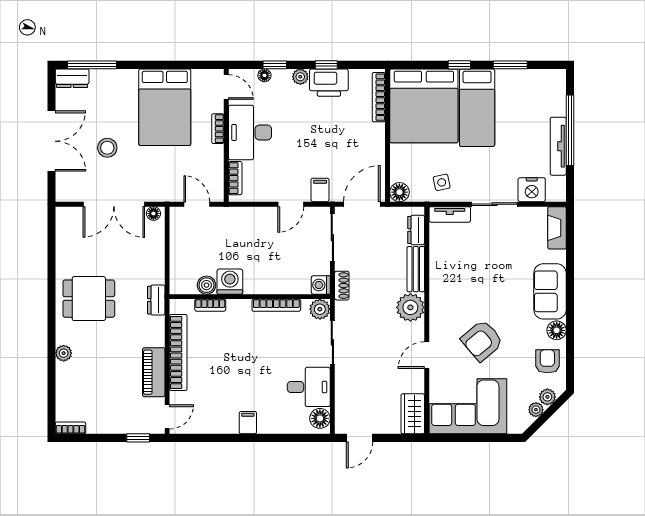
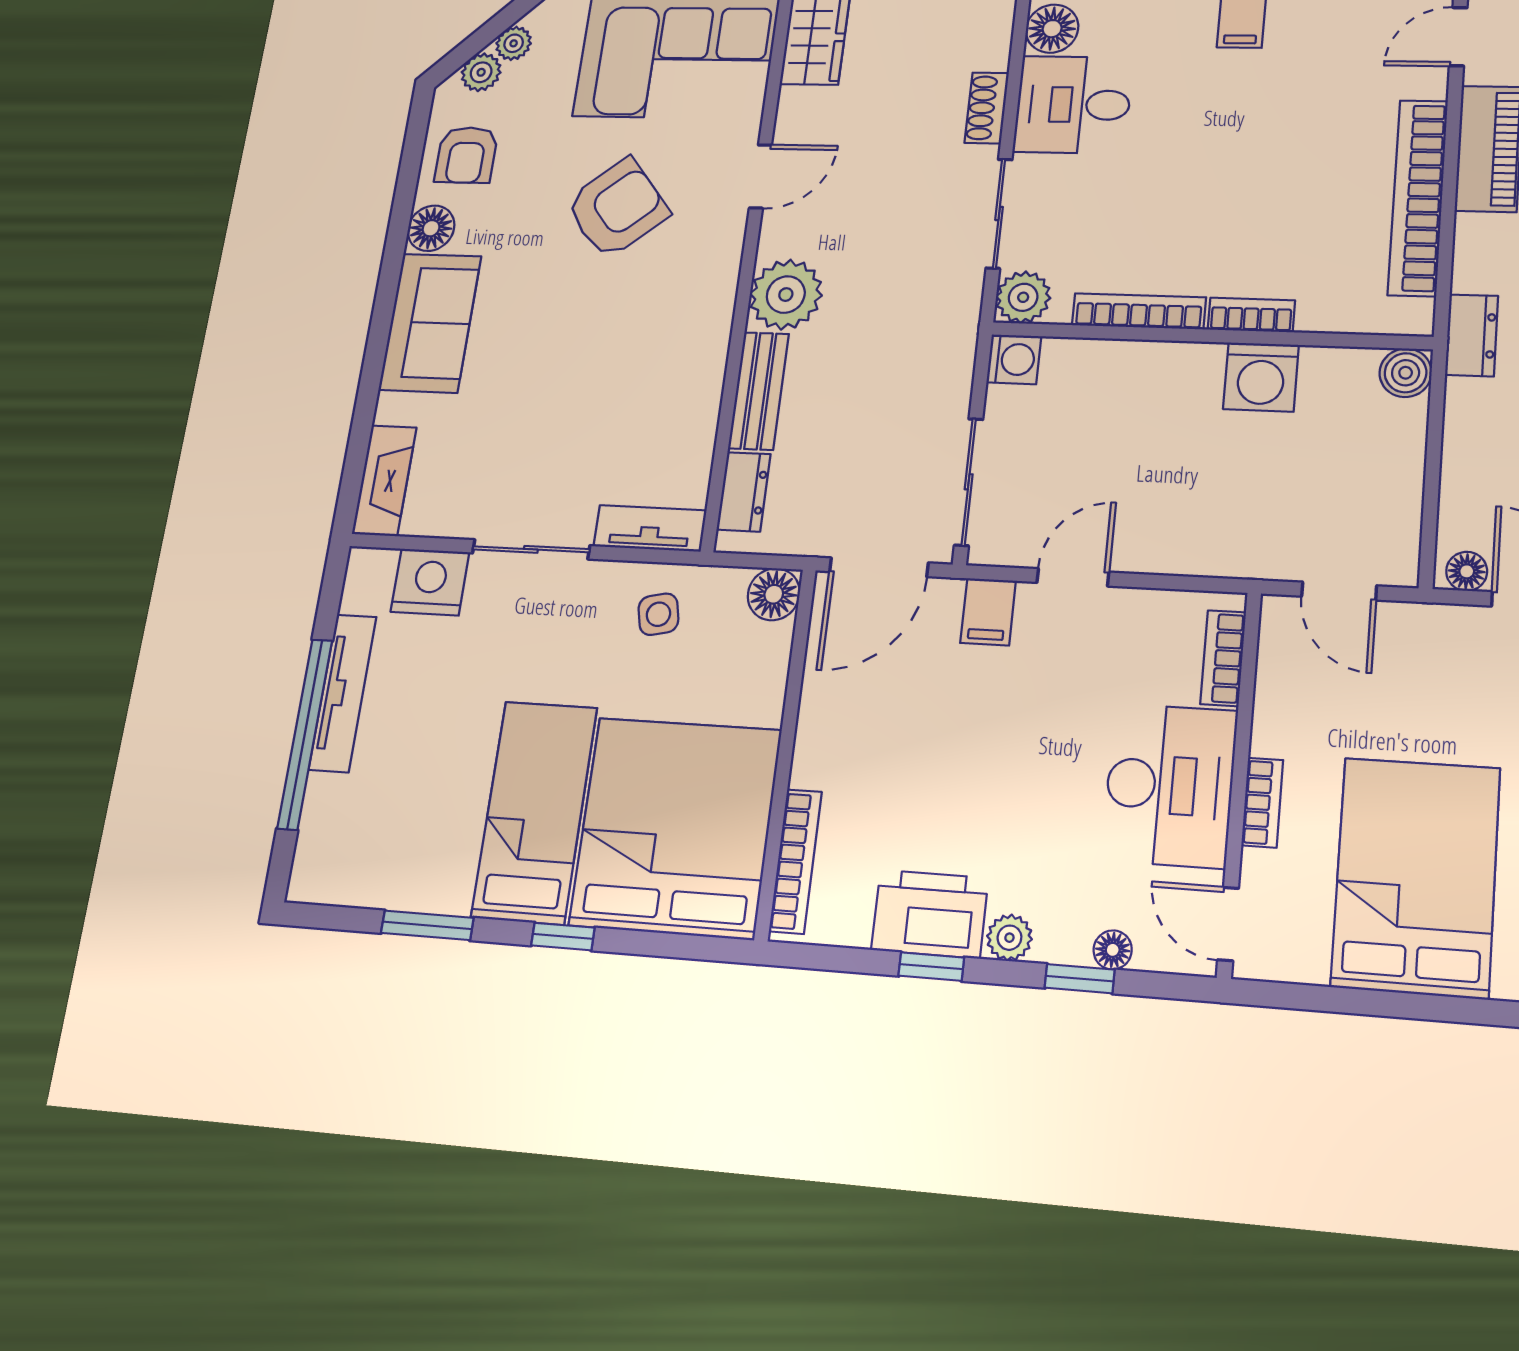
boiler: (207, 285) -> (1406, 373), moved
shoe rack: (342, 286) -> (987, 108), moved
bookcase: (210, 305) -> (1251, 315), moved

